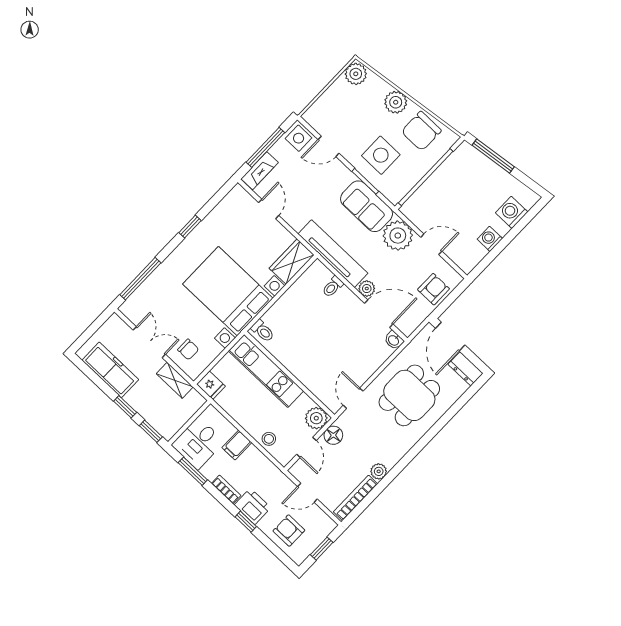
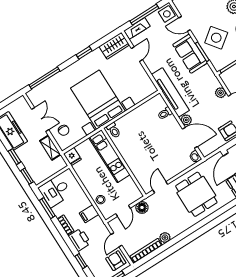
side table: (381, 155) -> (216, 38), turned -37
sofa: (367, 206) -> (190, 54), moved
plant: (398, 236) -> (221, 93), width x0.53, depth x0.53
wardrobe: (292, 262) -> (114, 46), moved, turned 180
dining table: (409, 395) -> (196, 194), turned 90
plant: (316, 418) -> (134, 194), removed
filing cabinet: (237, 445) -> (89, 214), moved
door: (307, 493) -> (116, 240), hinge flipped
window: (246, 522) -> (81, 261), moved
armchair: (289, 531) -> (116, 261), moved

